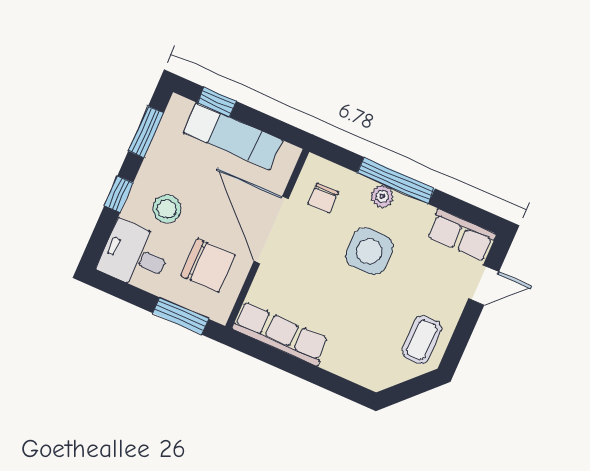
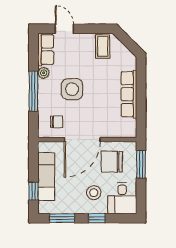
plant: (382, 196) -> (44, 73), moved
chair: (208, 265) -> (112, 162), turned -90
row of seats: (280, 334) -> (129, 94), moved
coffee table: (422, 340) -> (103, 46), turned 90

